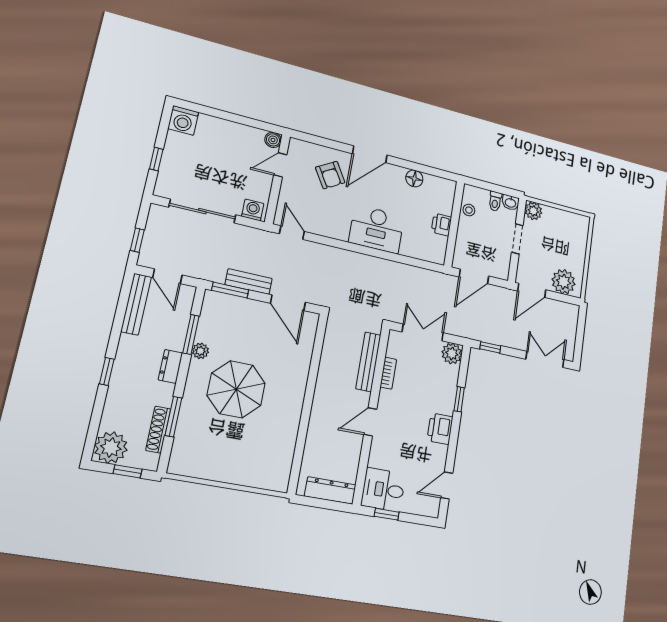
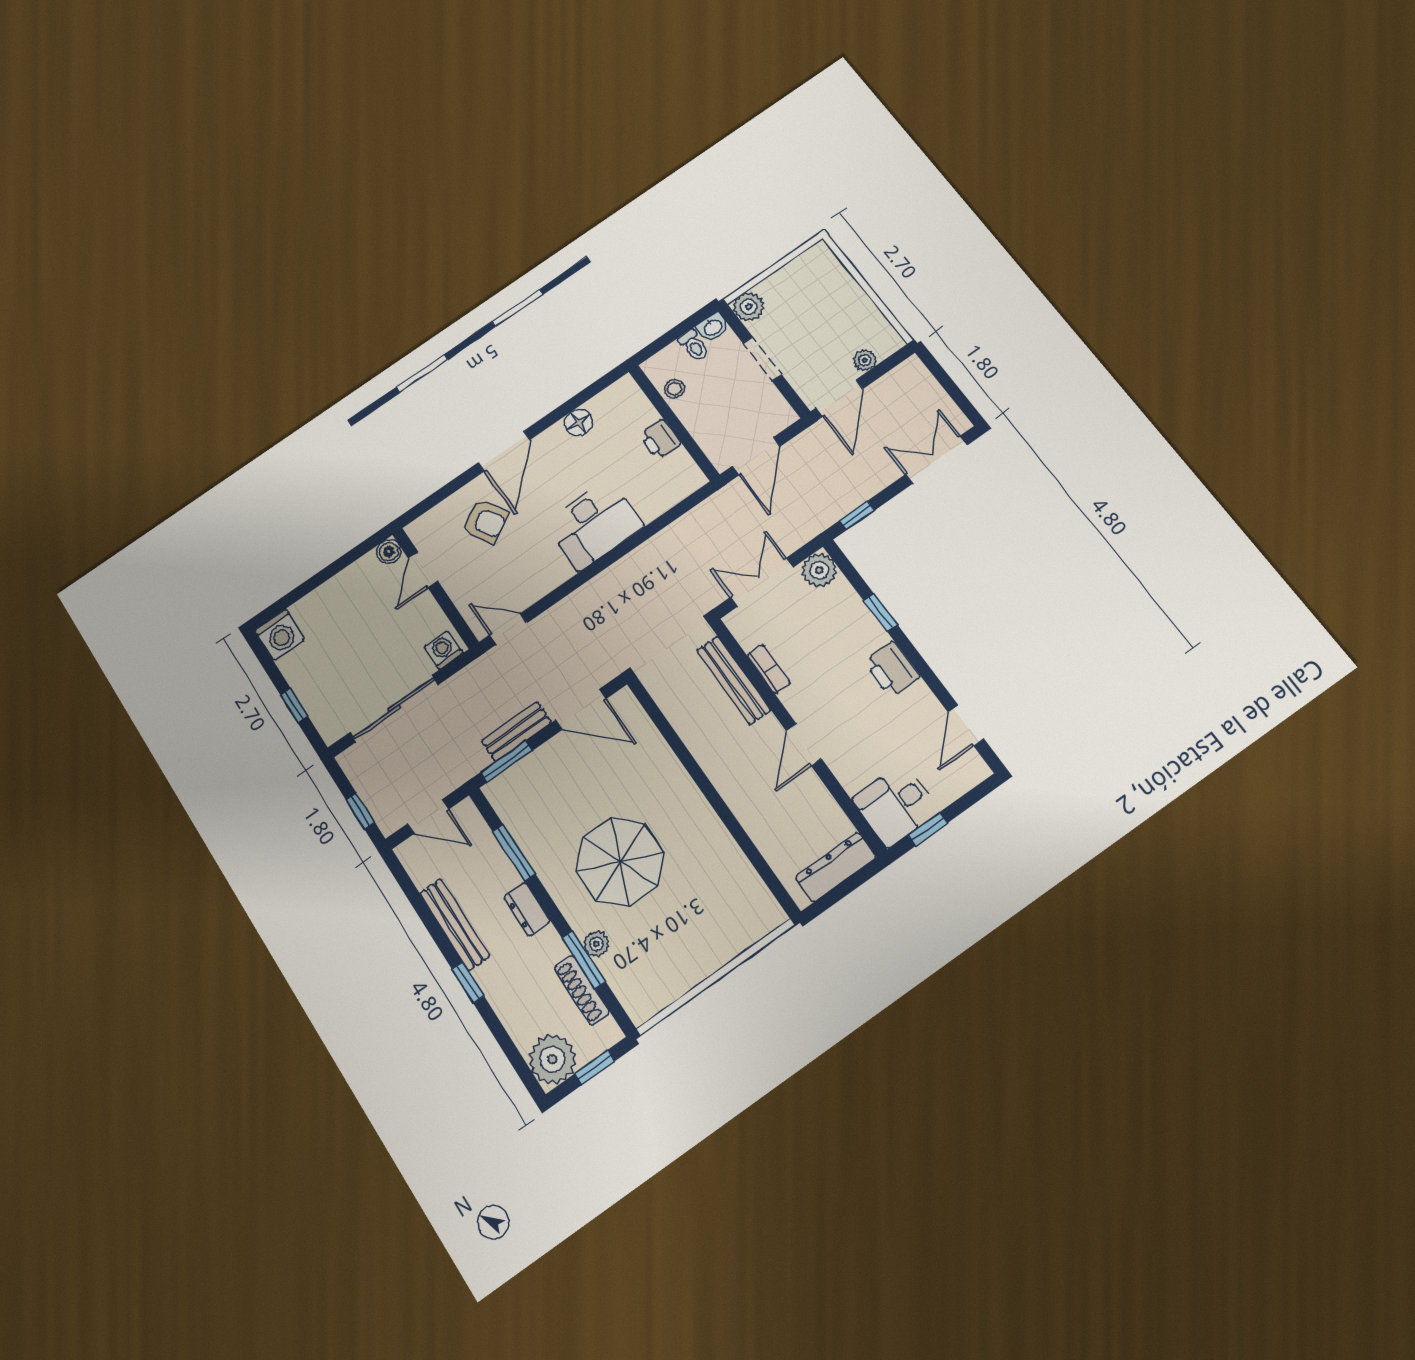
plant: (563, 282) -> (865, 360), width x0.53, depth x0.53
bench: (136, 304) -> (455, 925), moved
plant: (200, 351) -> (596, 944), moved

